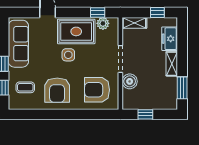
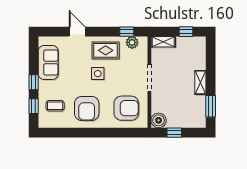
rug: (76, 31) -> (106, 50), width x0.73, depth x0.70
freezer: (170, 39) -> (198, 58), removed
sofa: (18, 44) -> (48, 62), width x0.73
boiler: (130, 81) -> (159, 120), moved
armchair: (97, 90) -> (126, 108), turned 180

